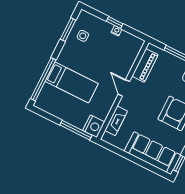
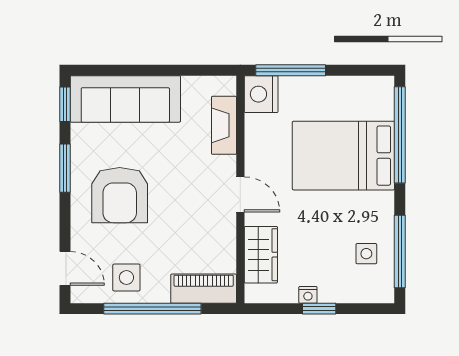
window: (68, 30) -> (400, 252), width x1.44
wardrobe: (128, 58) -> (261, 255), added
piano: (145, 65) -> (204, 289), moved, turned 90
bed: (72, 82) -> (343, 156), width x1.50

